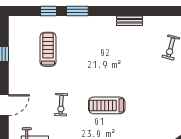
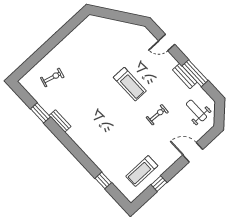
window: (77, 11) -> (40, 113), moved
treadmill: (48, 49) -> (142, 171), moved

